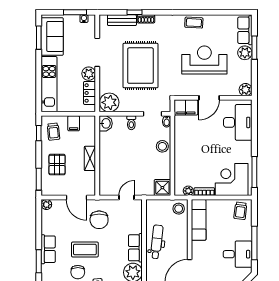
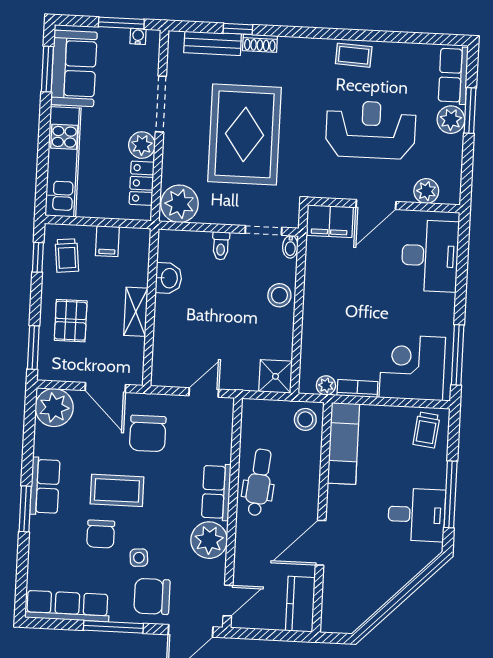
plant: (246, 90) -> (426, 191), moved
washbasin: (106, 123) -> (169, 278), moved
plant: (46, 205) -> (54, 408), width x1.88, depth x1.88

